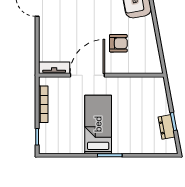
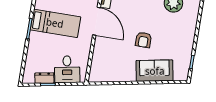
armchair: (118, 43) -> (143, 40), moved
desk: (151, 101) -> (67, 69), added

